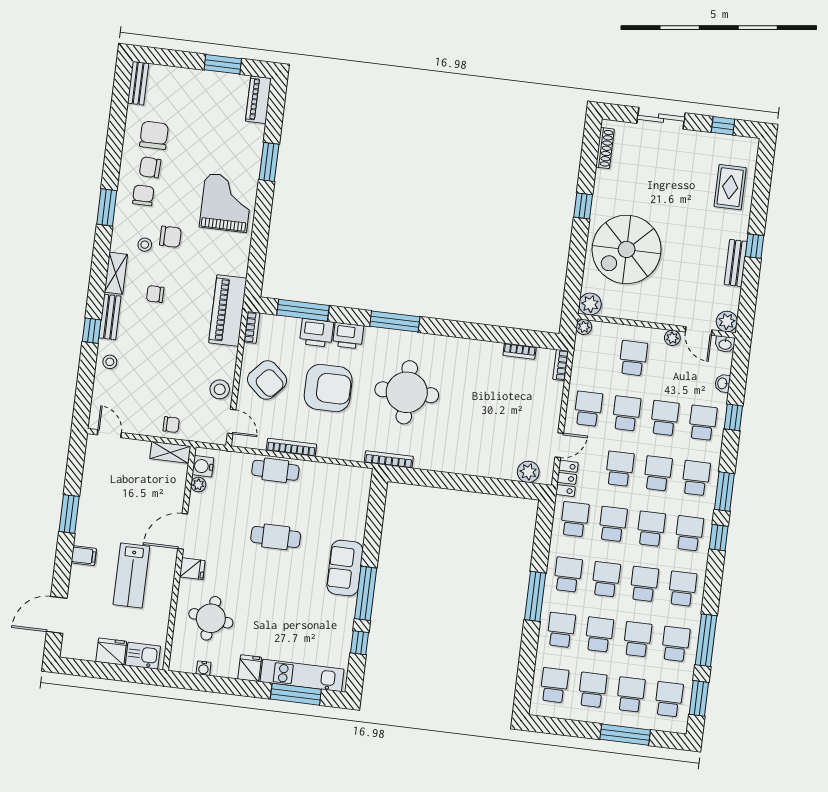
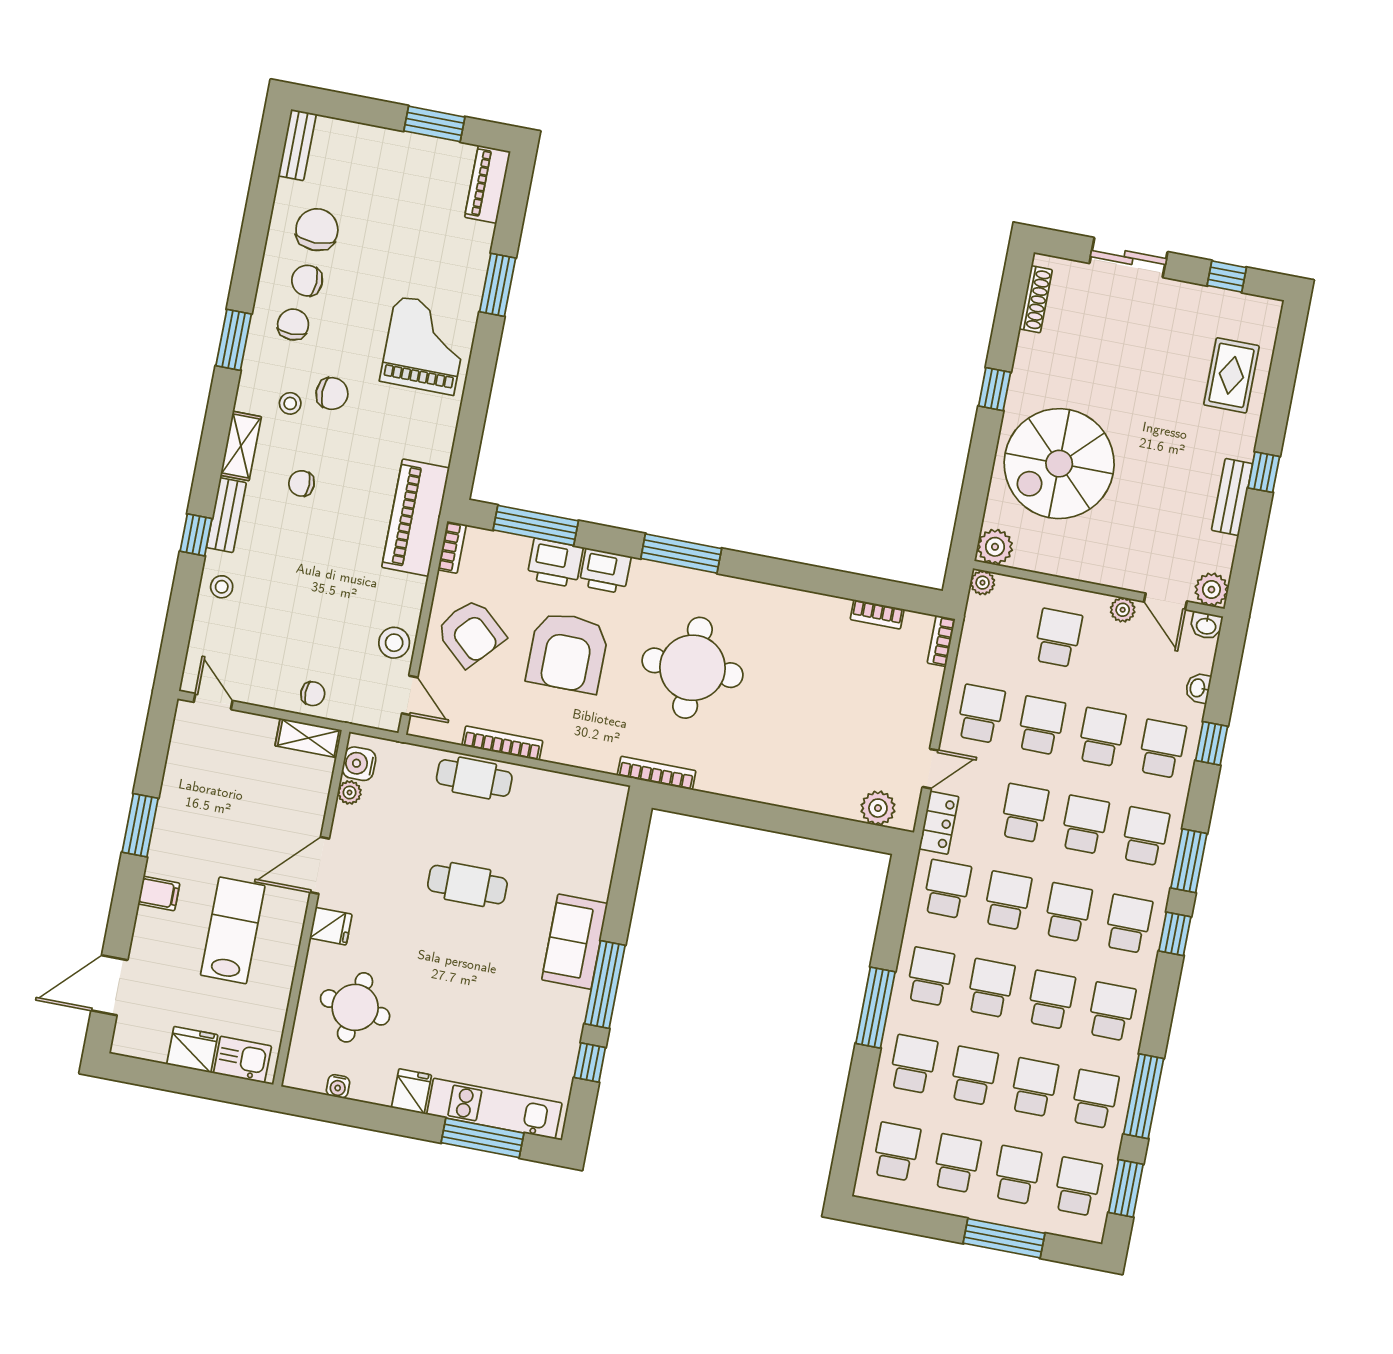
armchair: (328, 388) -> (568, 652), turned 90
lab bench: (131, 576) -> (233, 930), turned 180

